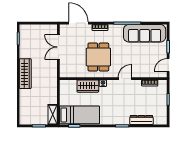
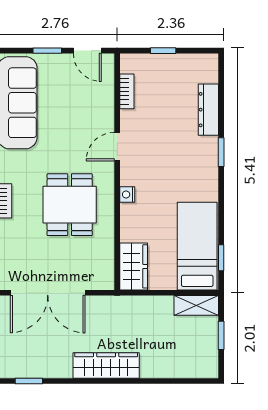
double door: (58, 47) -> (48, 293), width x1.37
dining table: (98, 57) -> (70, 205), turned 90
door: (125, 79) -> (117, 147), hinge flipped
wardrobe: (88, 86) -> (134, 266), moved

